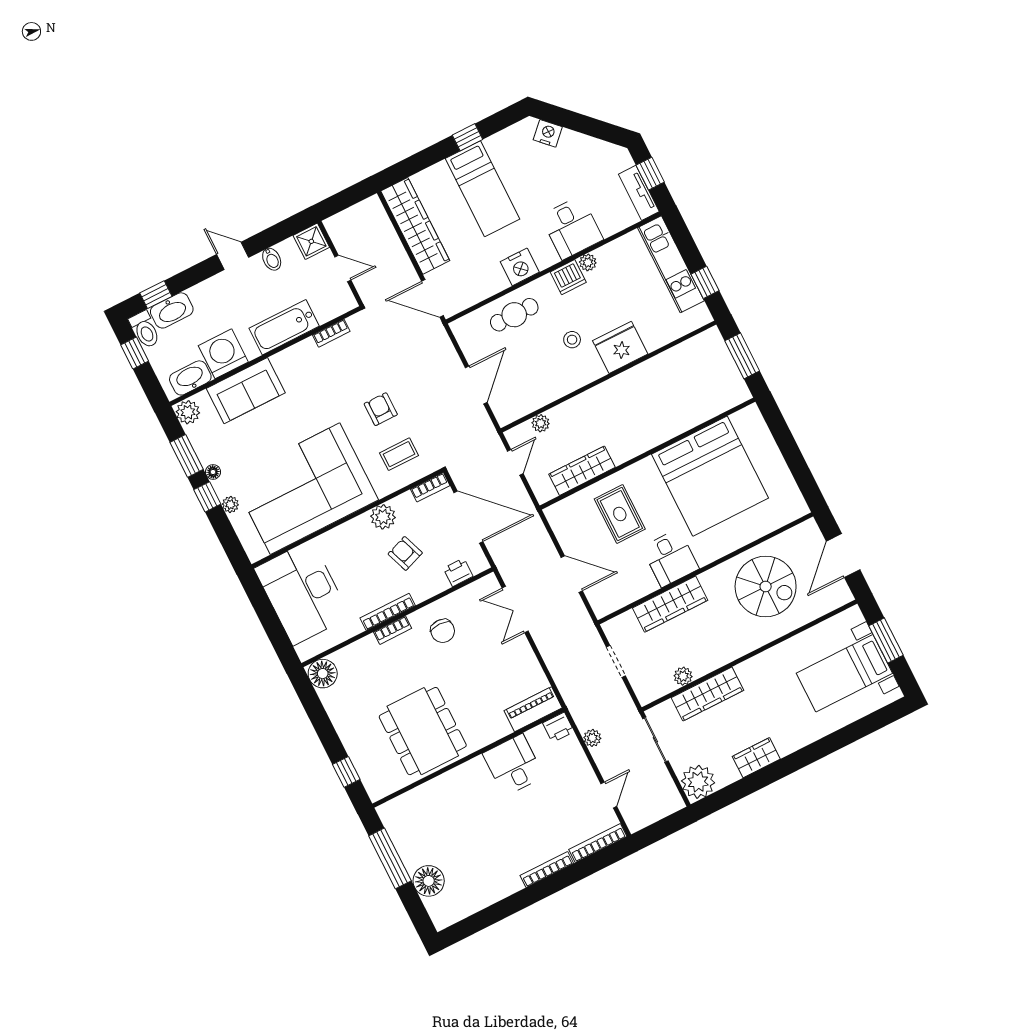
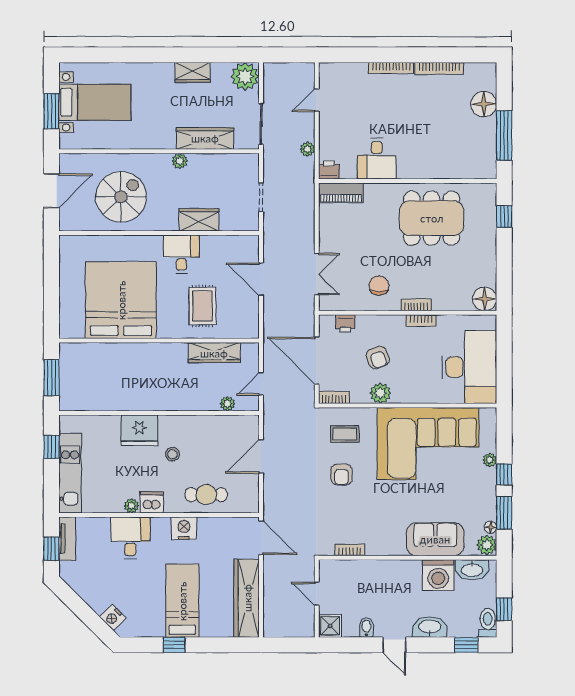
washbasin: (172, 310) -> (430, 627), moved
bathtub: (284, 327) -> (383, 572), removed
floor lamp: (213, 472) -> (490, 527), moved
spiral stairs: (766, 587) -> (121, 197), turned 90
wardrobe: (670, 604) -> (199, 220), width x0.67
bookcase: (388, 612) -> (421, 321), width x0.64
plant: (683, 676) -> (180, 161), moved
dining table: (423, 731) -> (432, 218), turned 90
bookcase: (598, 843) -> (439, 68), moved

